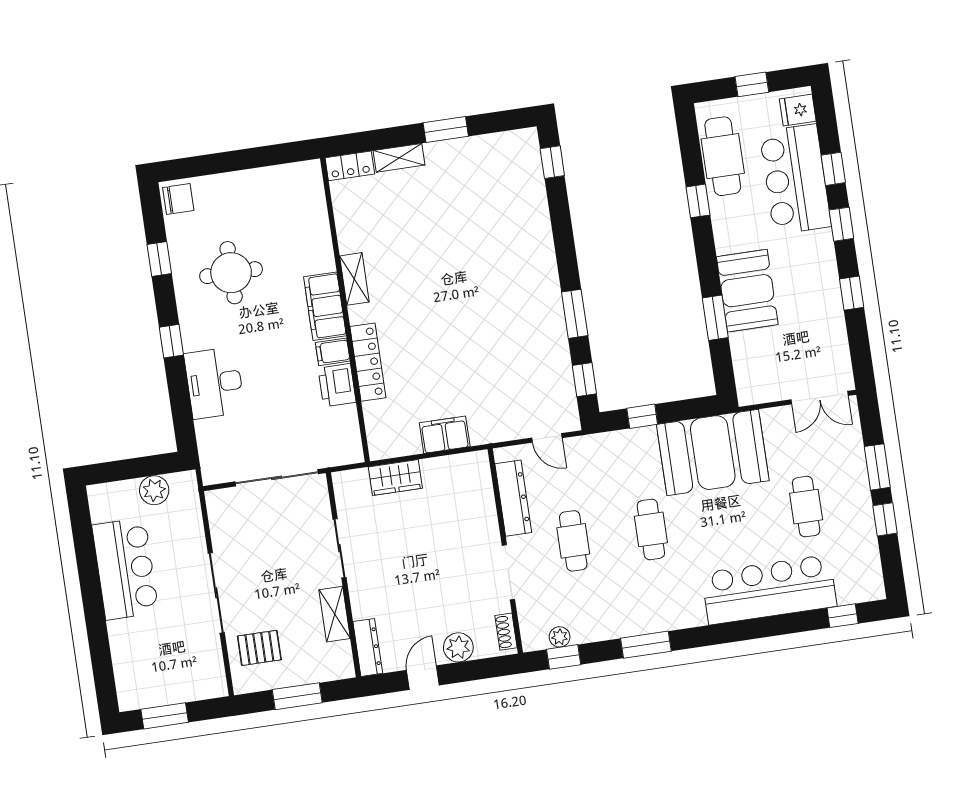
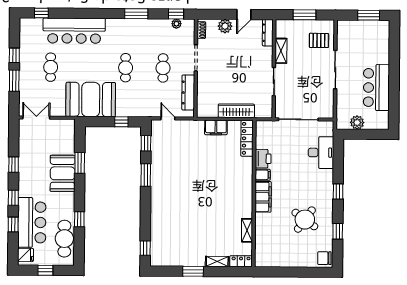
round table: (231, 273) -> (305, 220), turned 36
shelving: (354, 279) -> (247, 230), moved
locker: (368, 362) -> (247, 138), moved
desk: (214, 383) -> (321, 153), moved
wardrobe: (395, 478) -> (236, 111), width x1.50

